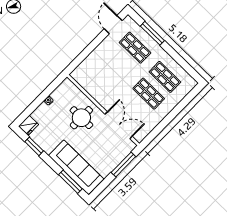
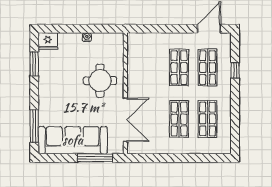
window: (152, 33) -> (235, 70), width x0.46
shop shelf: (119, 64) -> (179, 68), added
sofa: (76, 167) -> (73, 140), moved, turned -90

